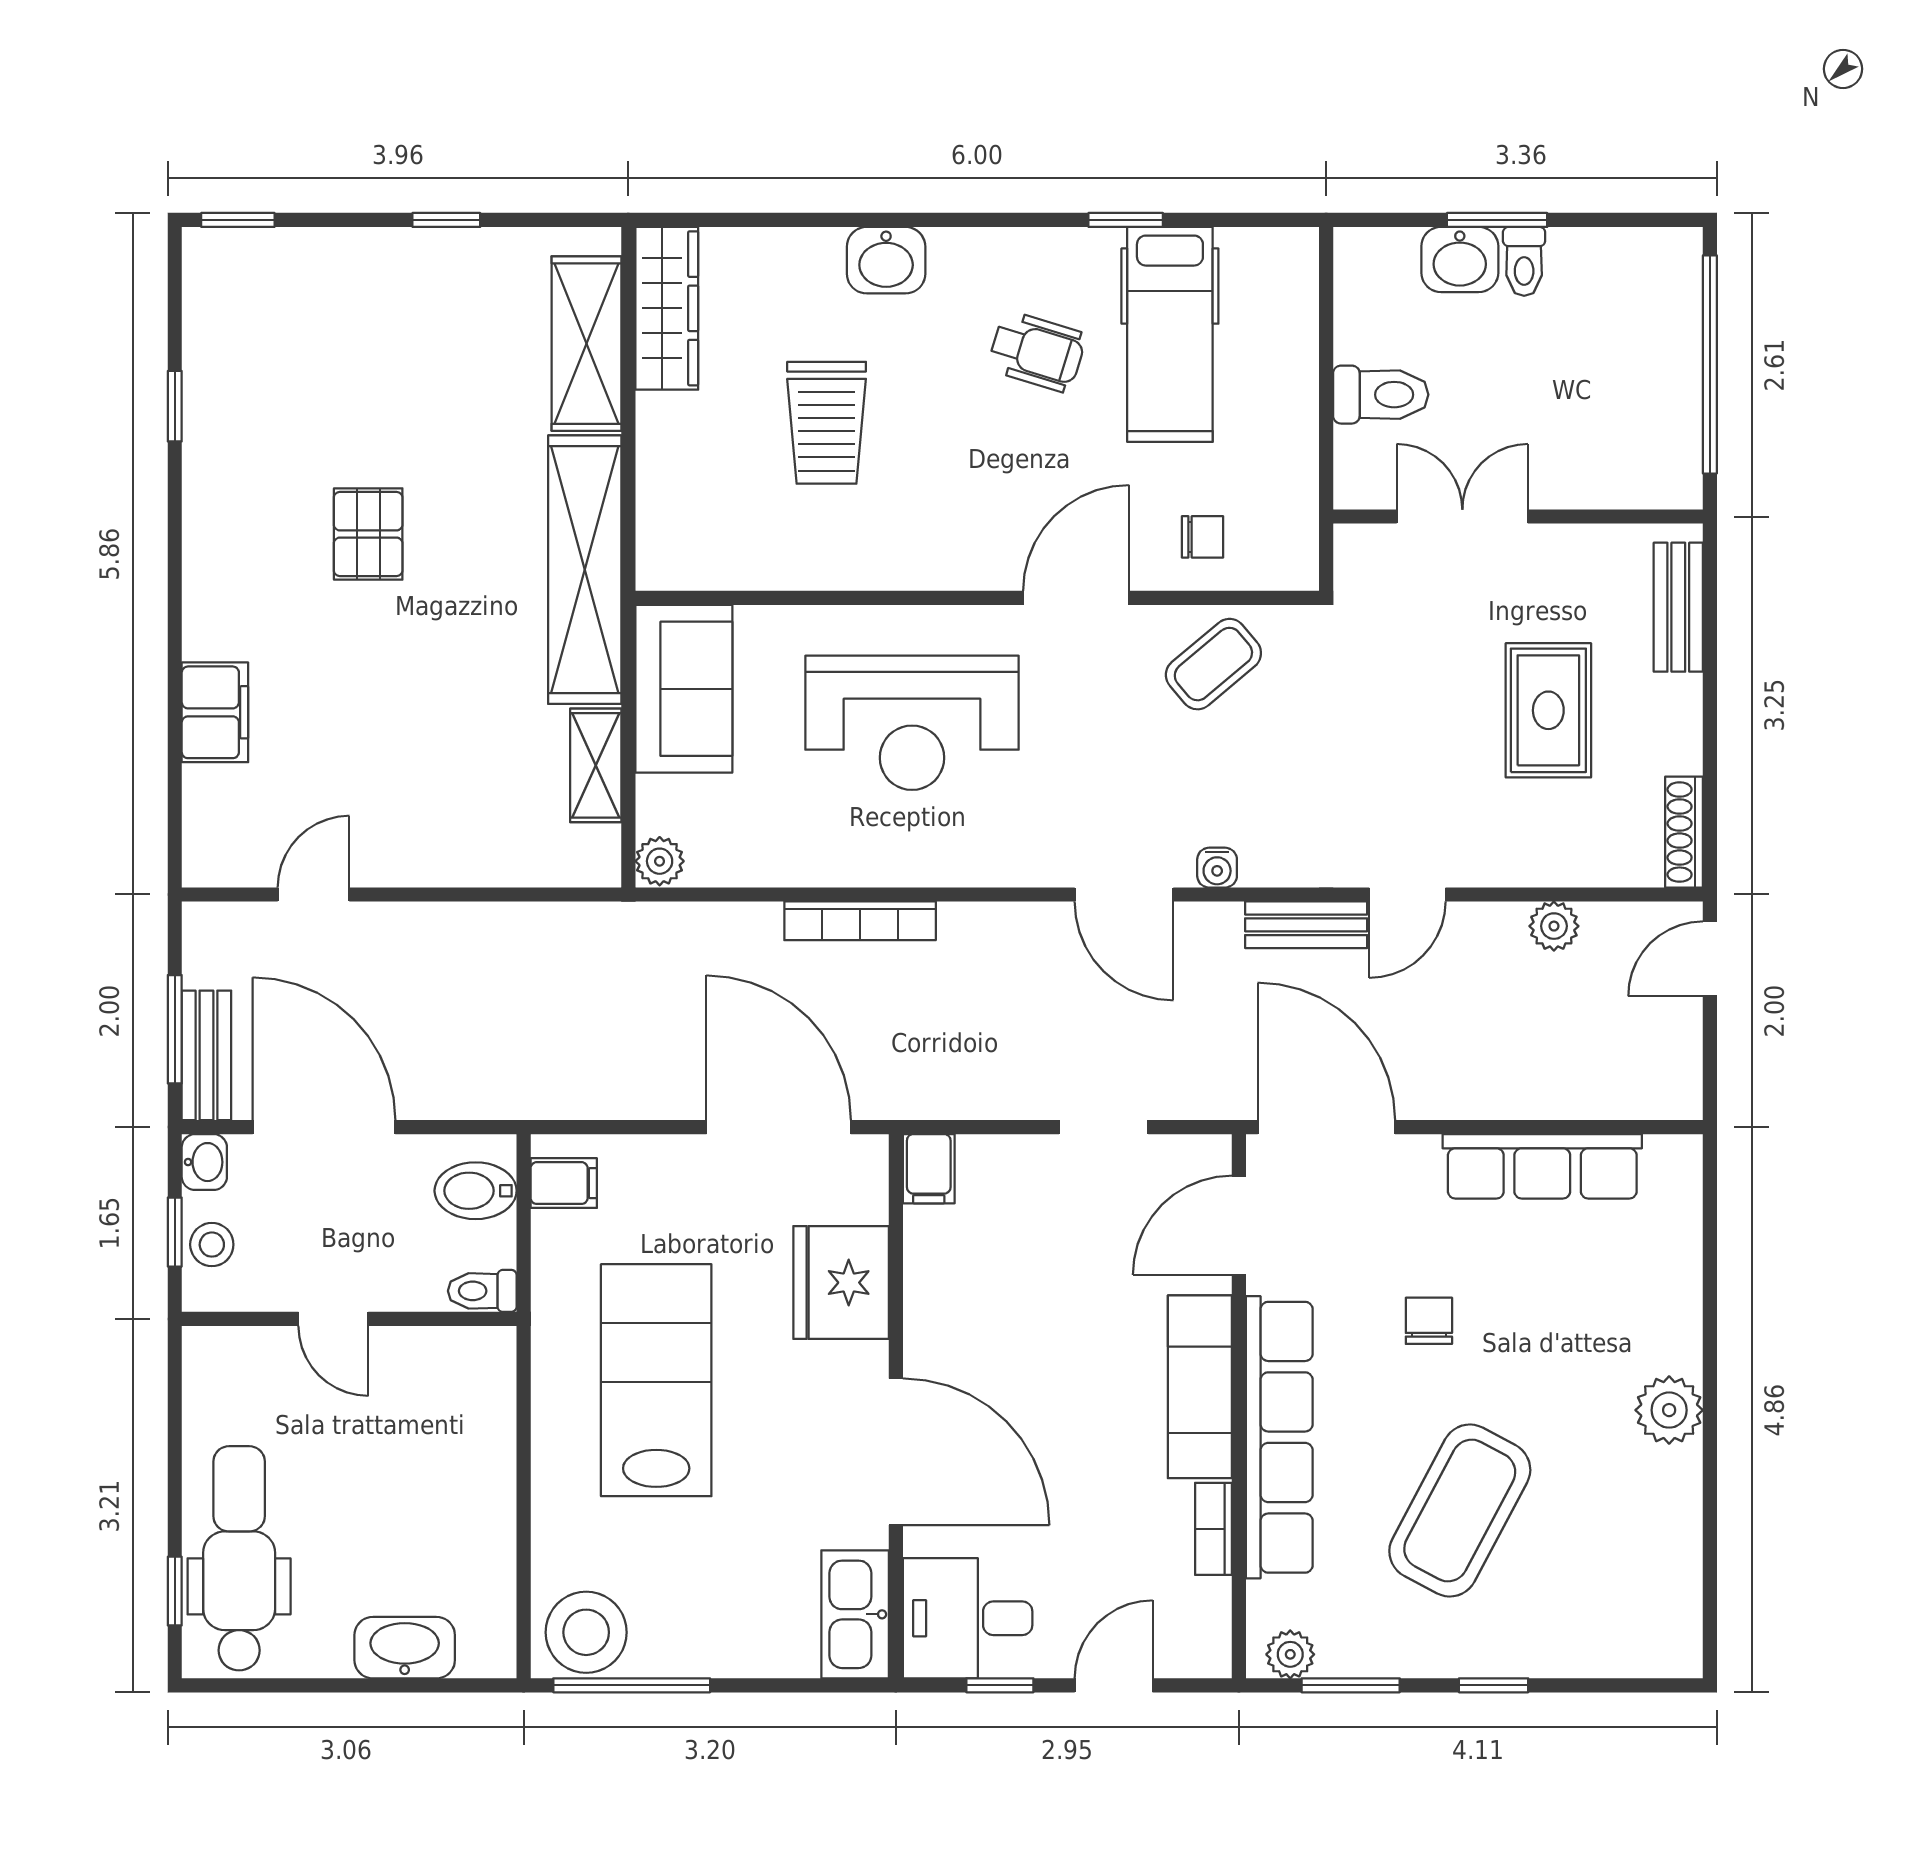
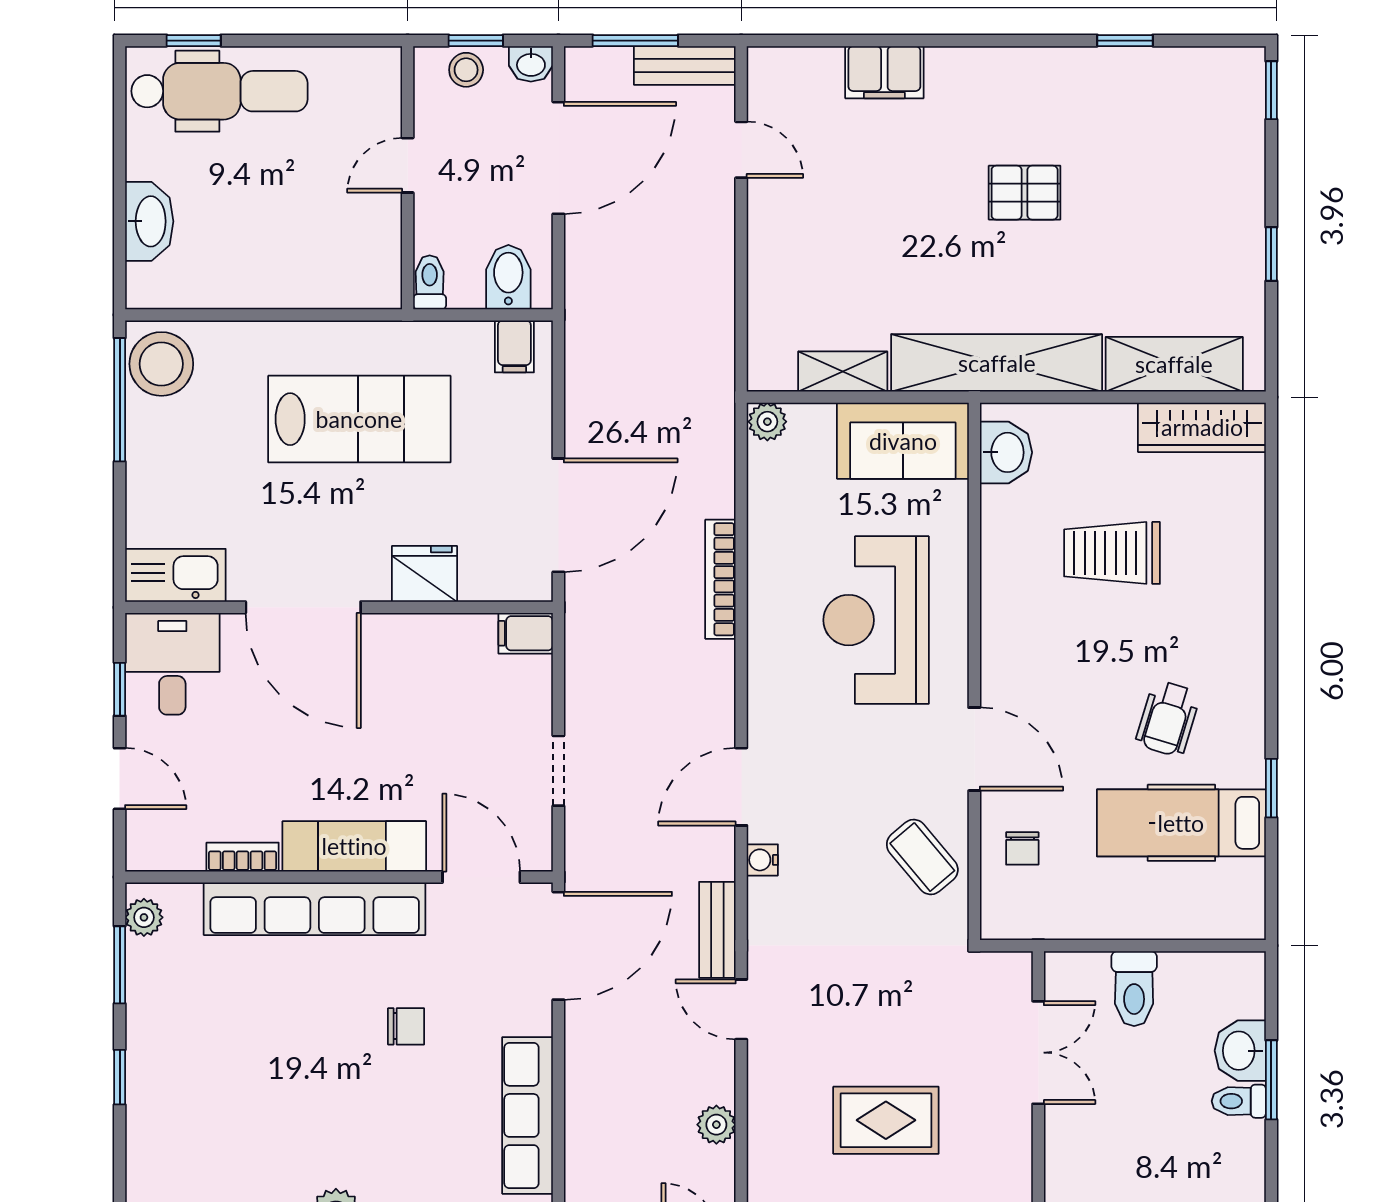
washbasin: (886, 260) -> (1006, 452), moved, turned 180
bench: (206, 1055) -> (685, 66), moved
fridge: (841, 1283) -> (424, 574), width x0.73, depth x0.75
door: (896, 1452) -> (303, 607), hinge flipped
coffee table: (1460, 1510) -> (257, 1051), removed

